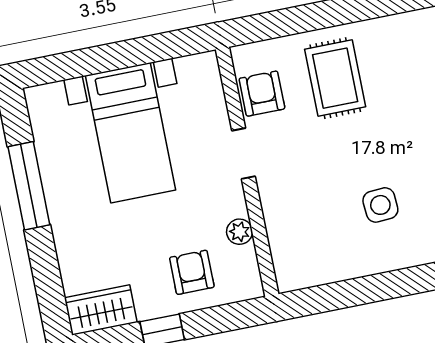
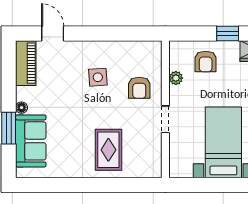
armchair: (262, 94) -> (139, 88), moved

